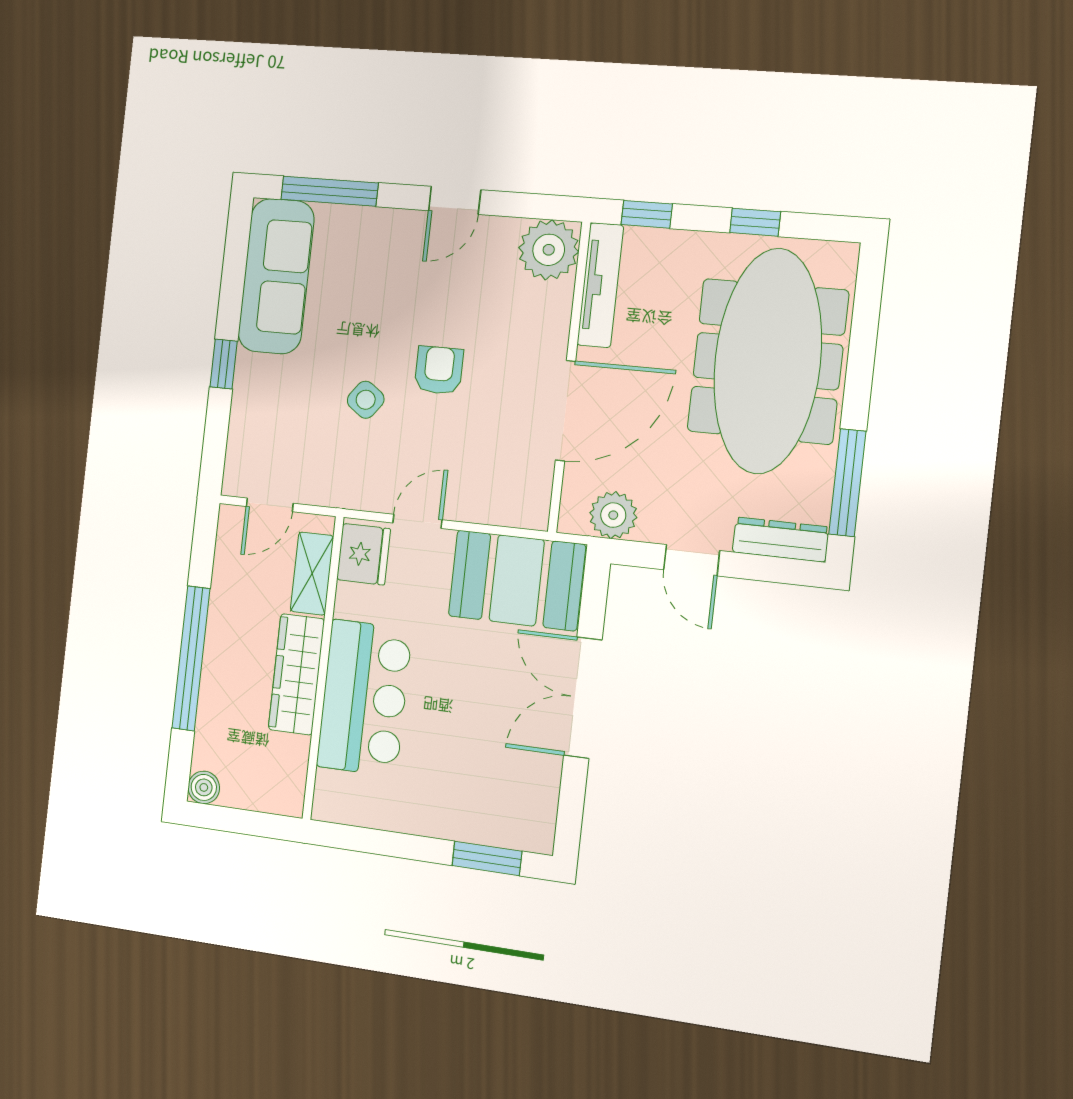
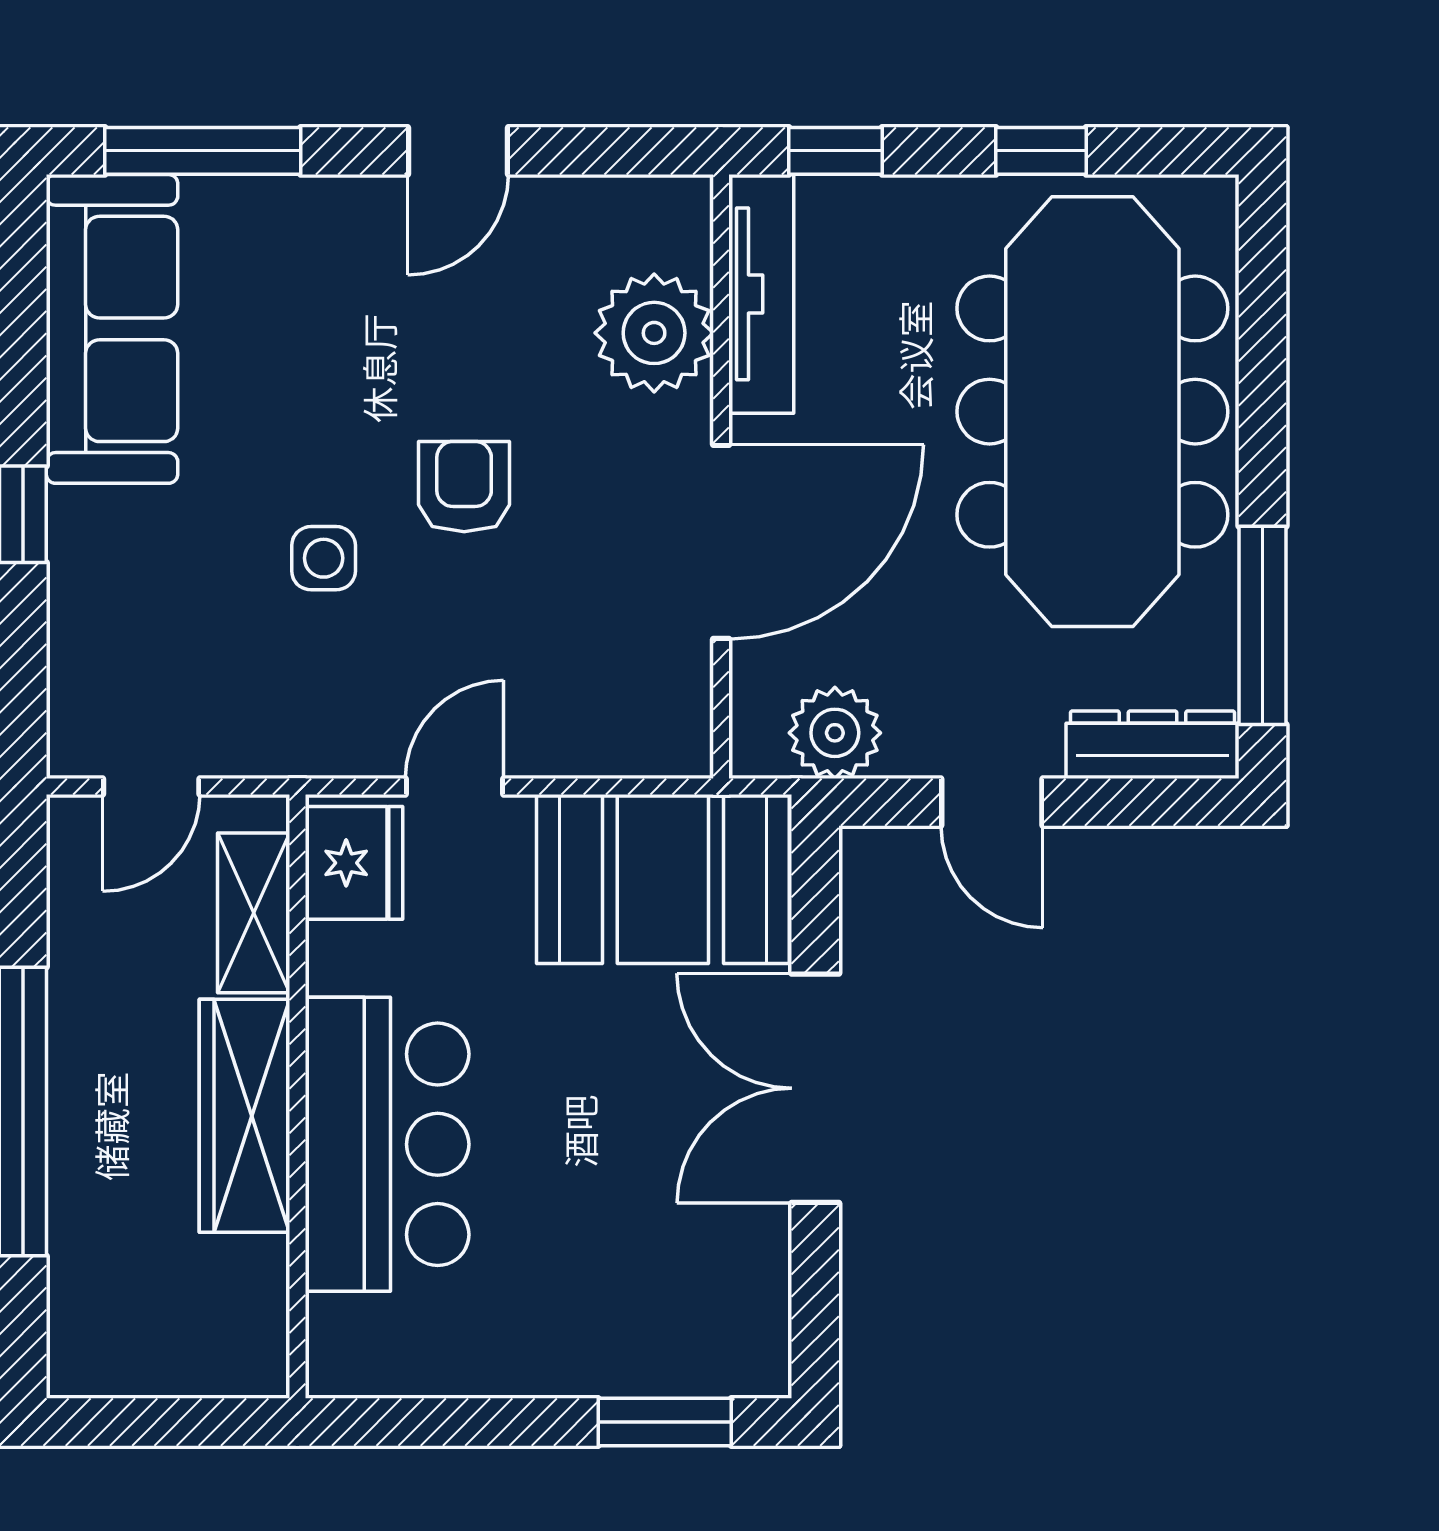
plant: (549, 250) -> (654, 333), moved
side table: (366, 400) -> (324, 558), turned -36
boiler: (204, 787) -> (79, 1366), removed

